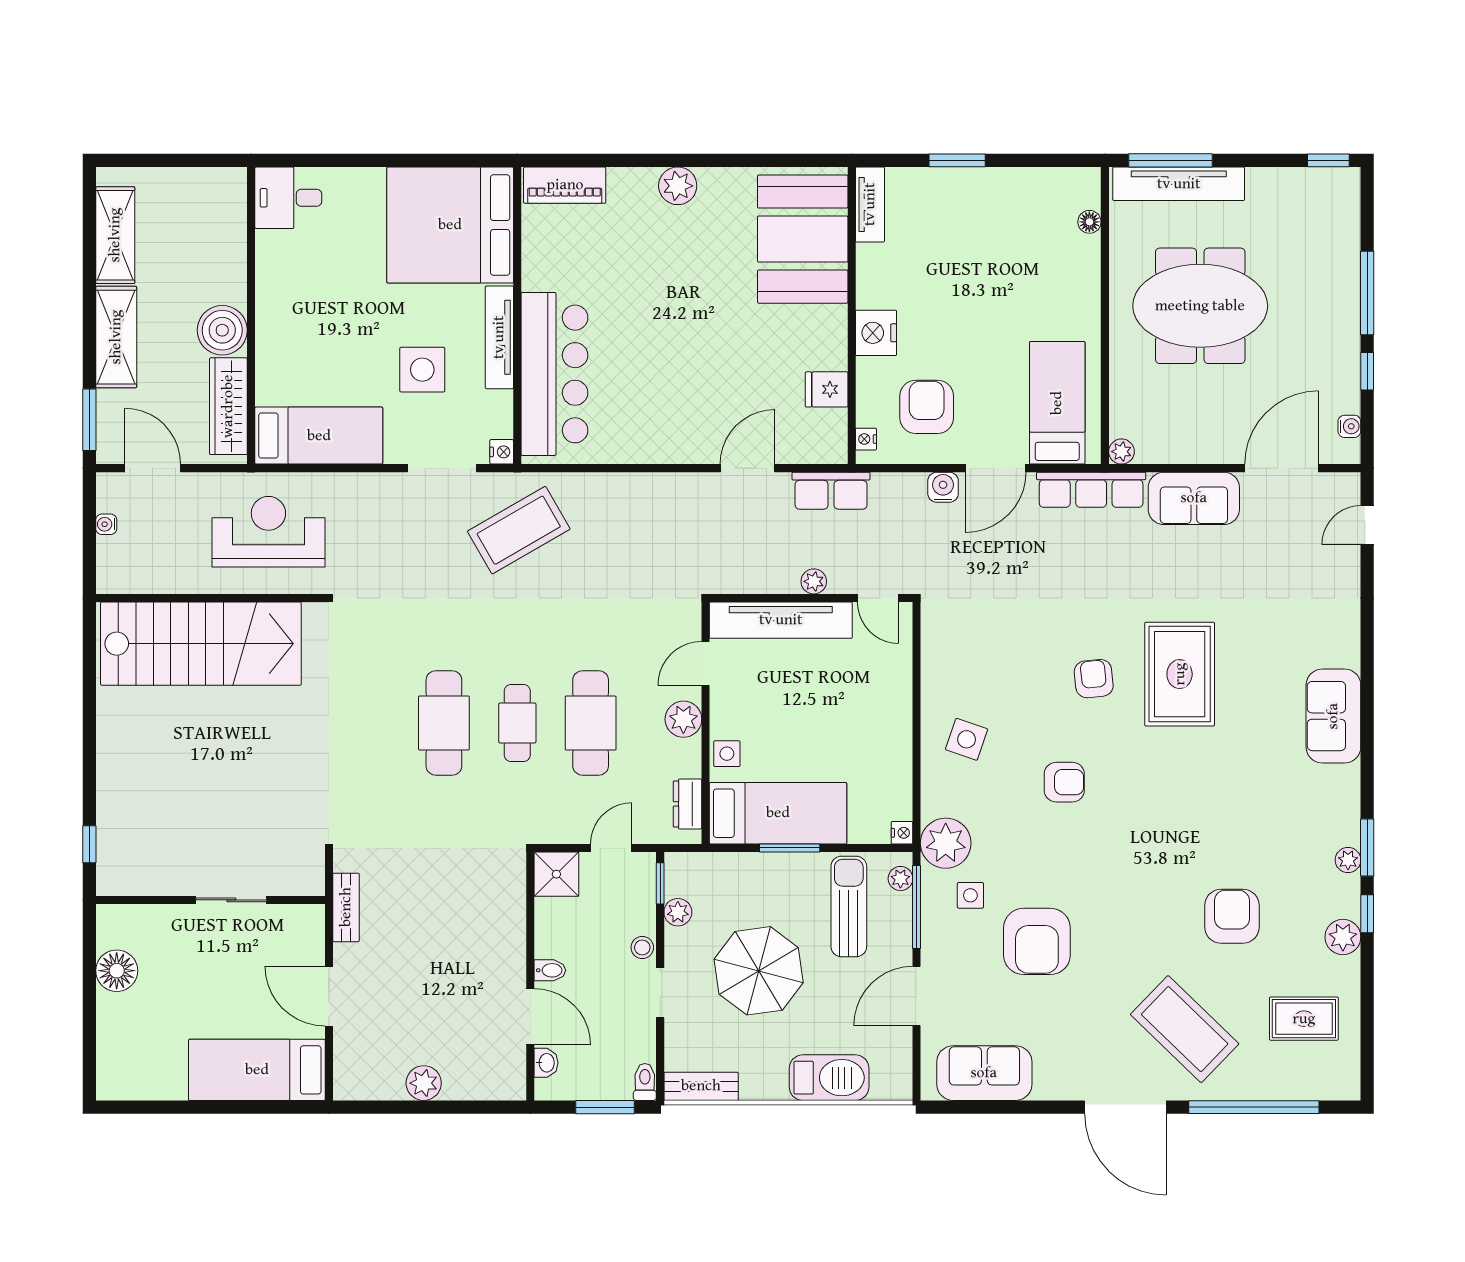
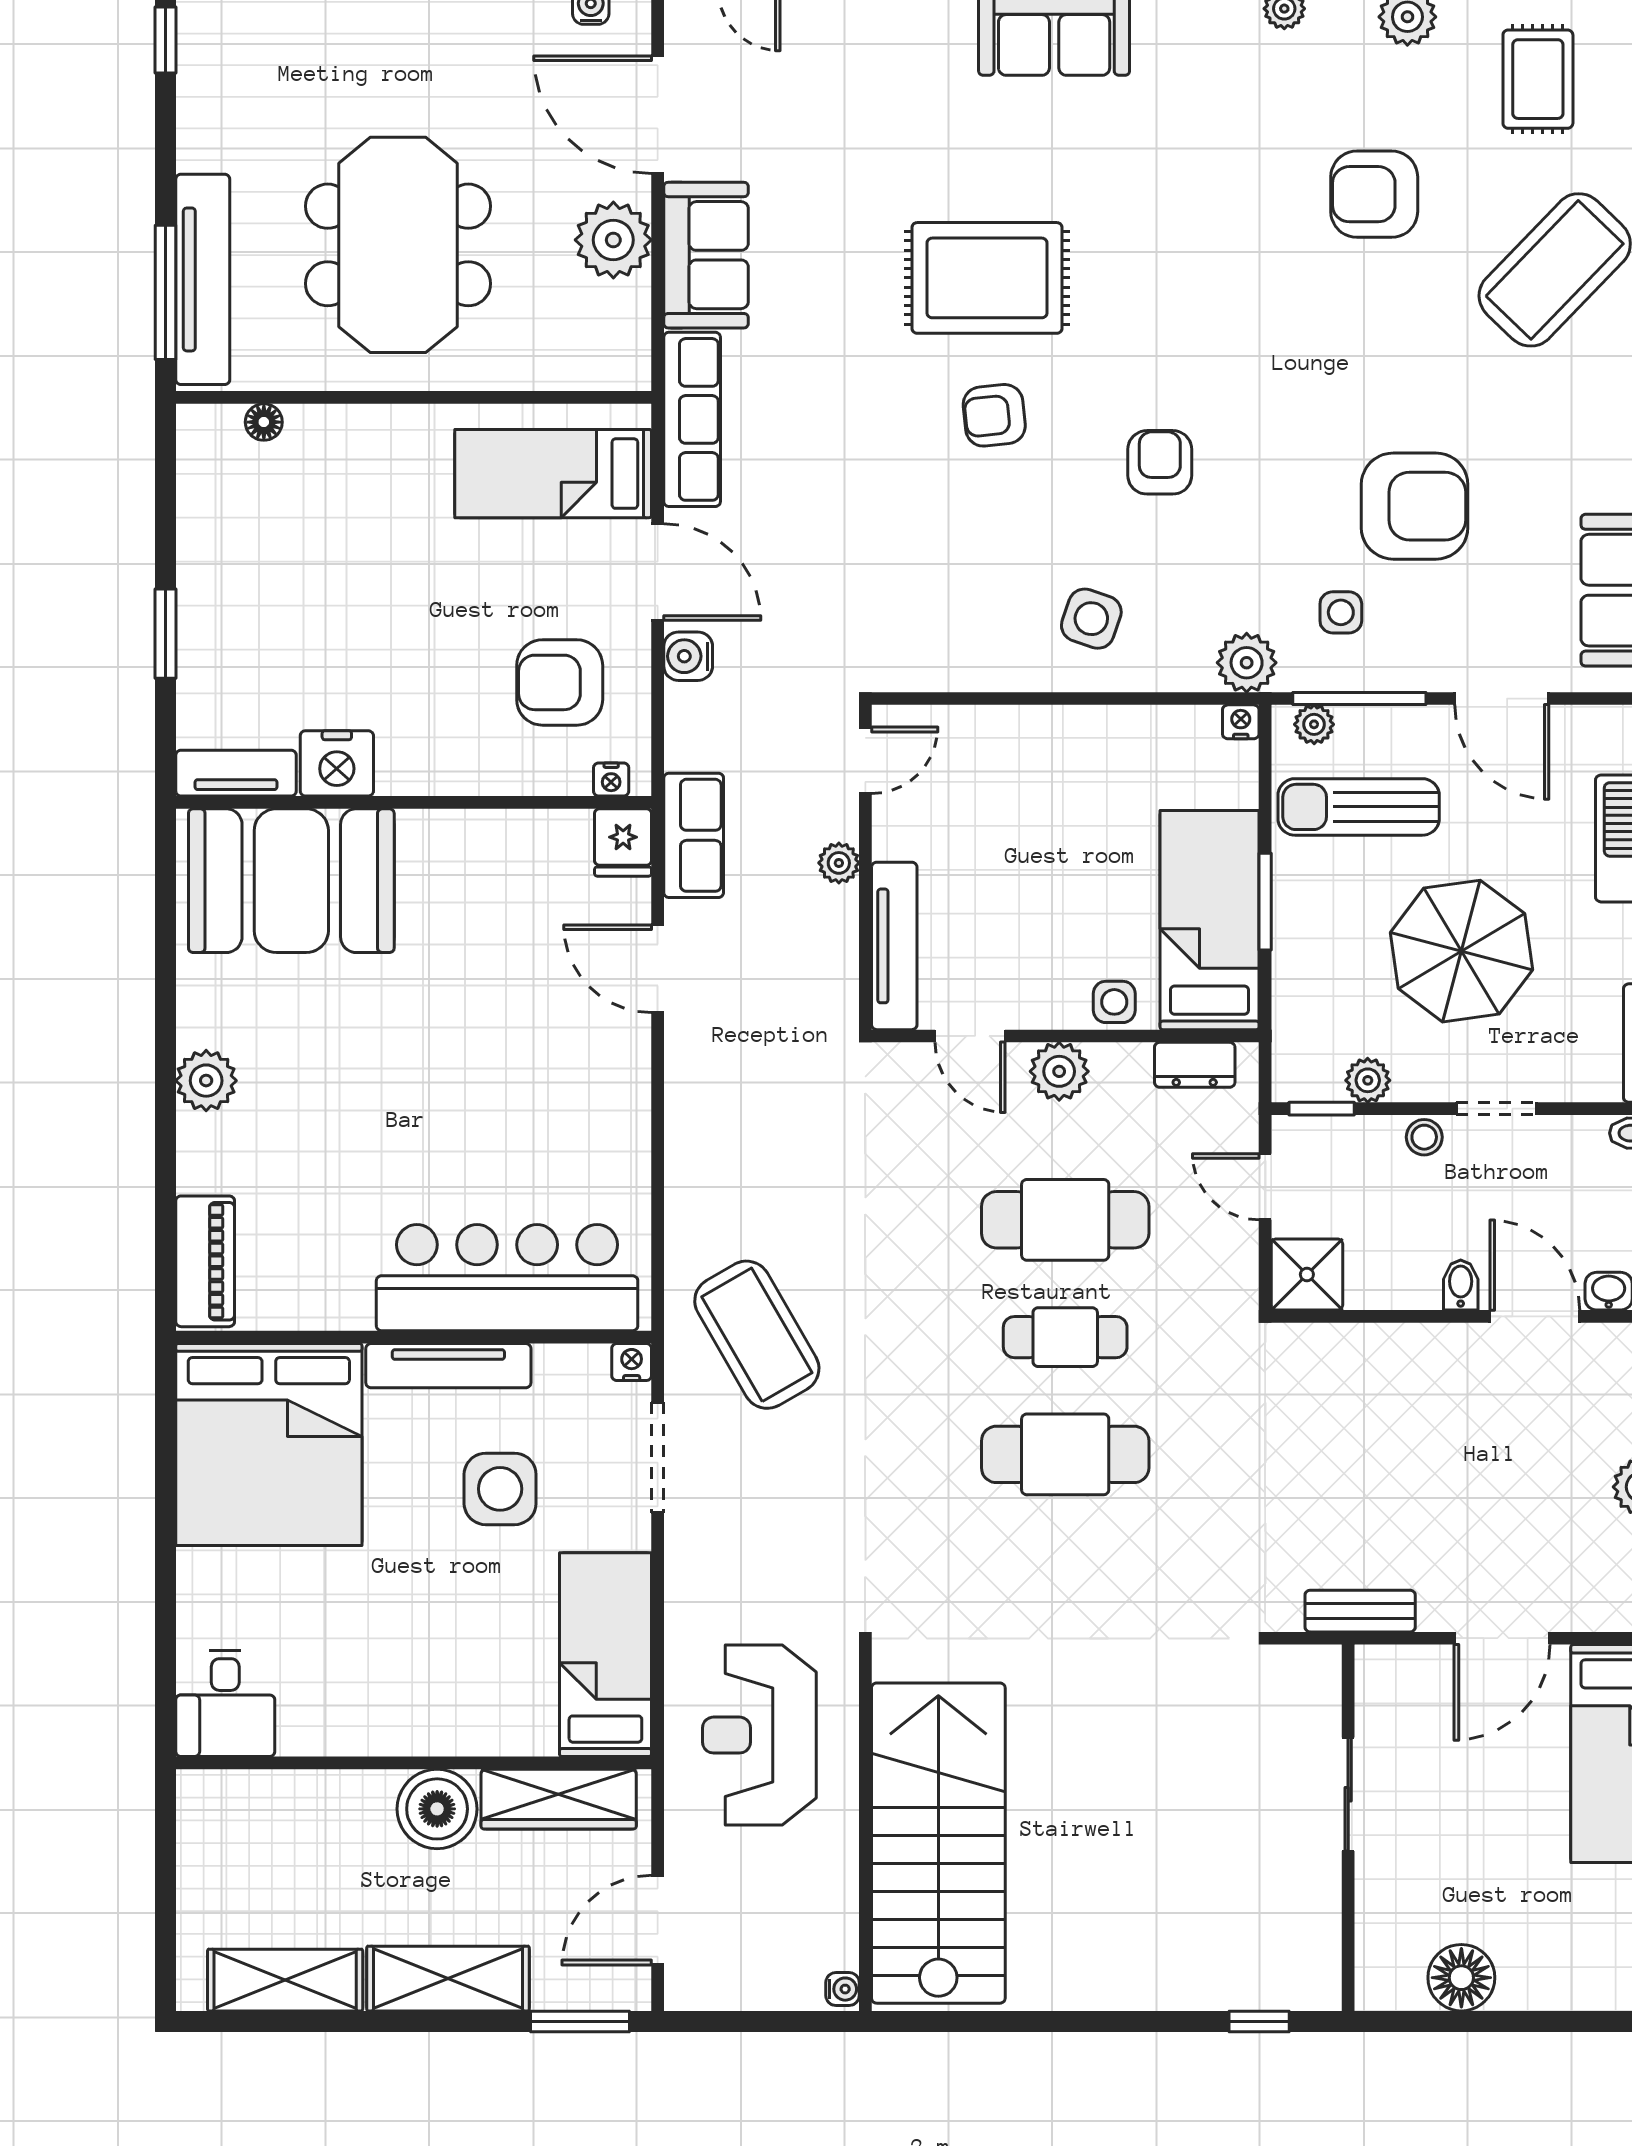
nightstand: (876, 333) -> (337, 763), moved
fridge: (827, 389) -> (623, 842), moved
plant: (1121, 452) -> (613, 240), moved, width x1.88, depth x1.88
water cooler: (106, 524) -> (842, 1989), moved, turned -90
tv unit: (781, 620) -> (894, 946), width x0.73, depth x0.78
plant: (946, 843) -> (1247, 663), width x0.73, depth x0.73
door: (530, 1017) -> (1535, 1316), hinge flipped

